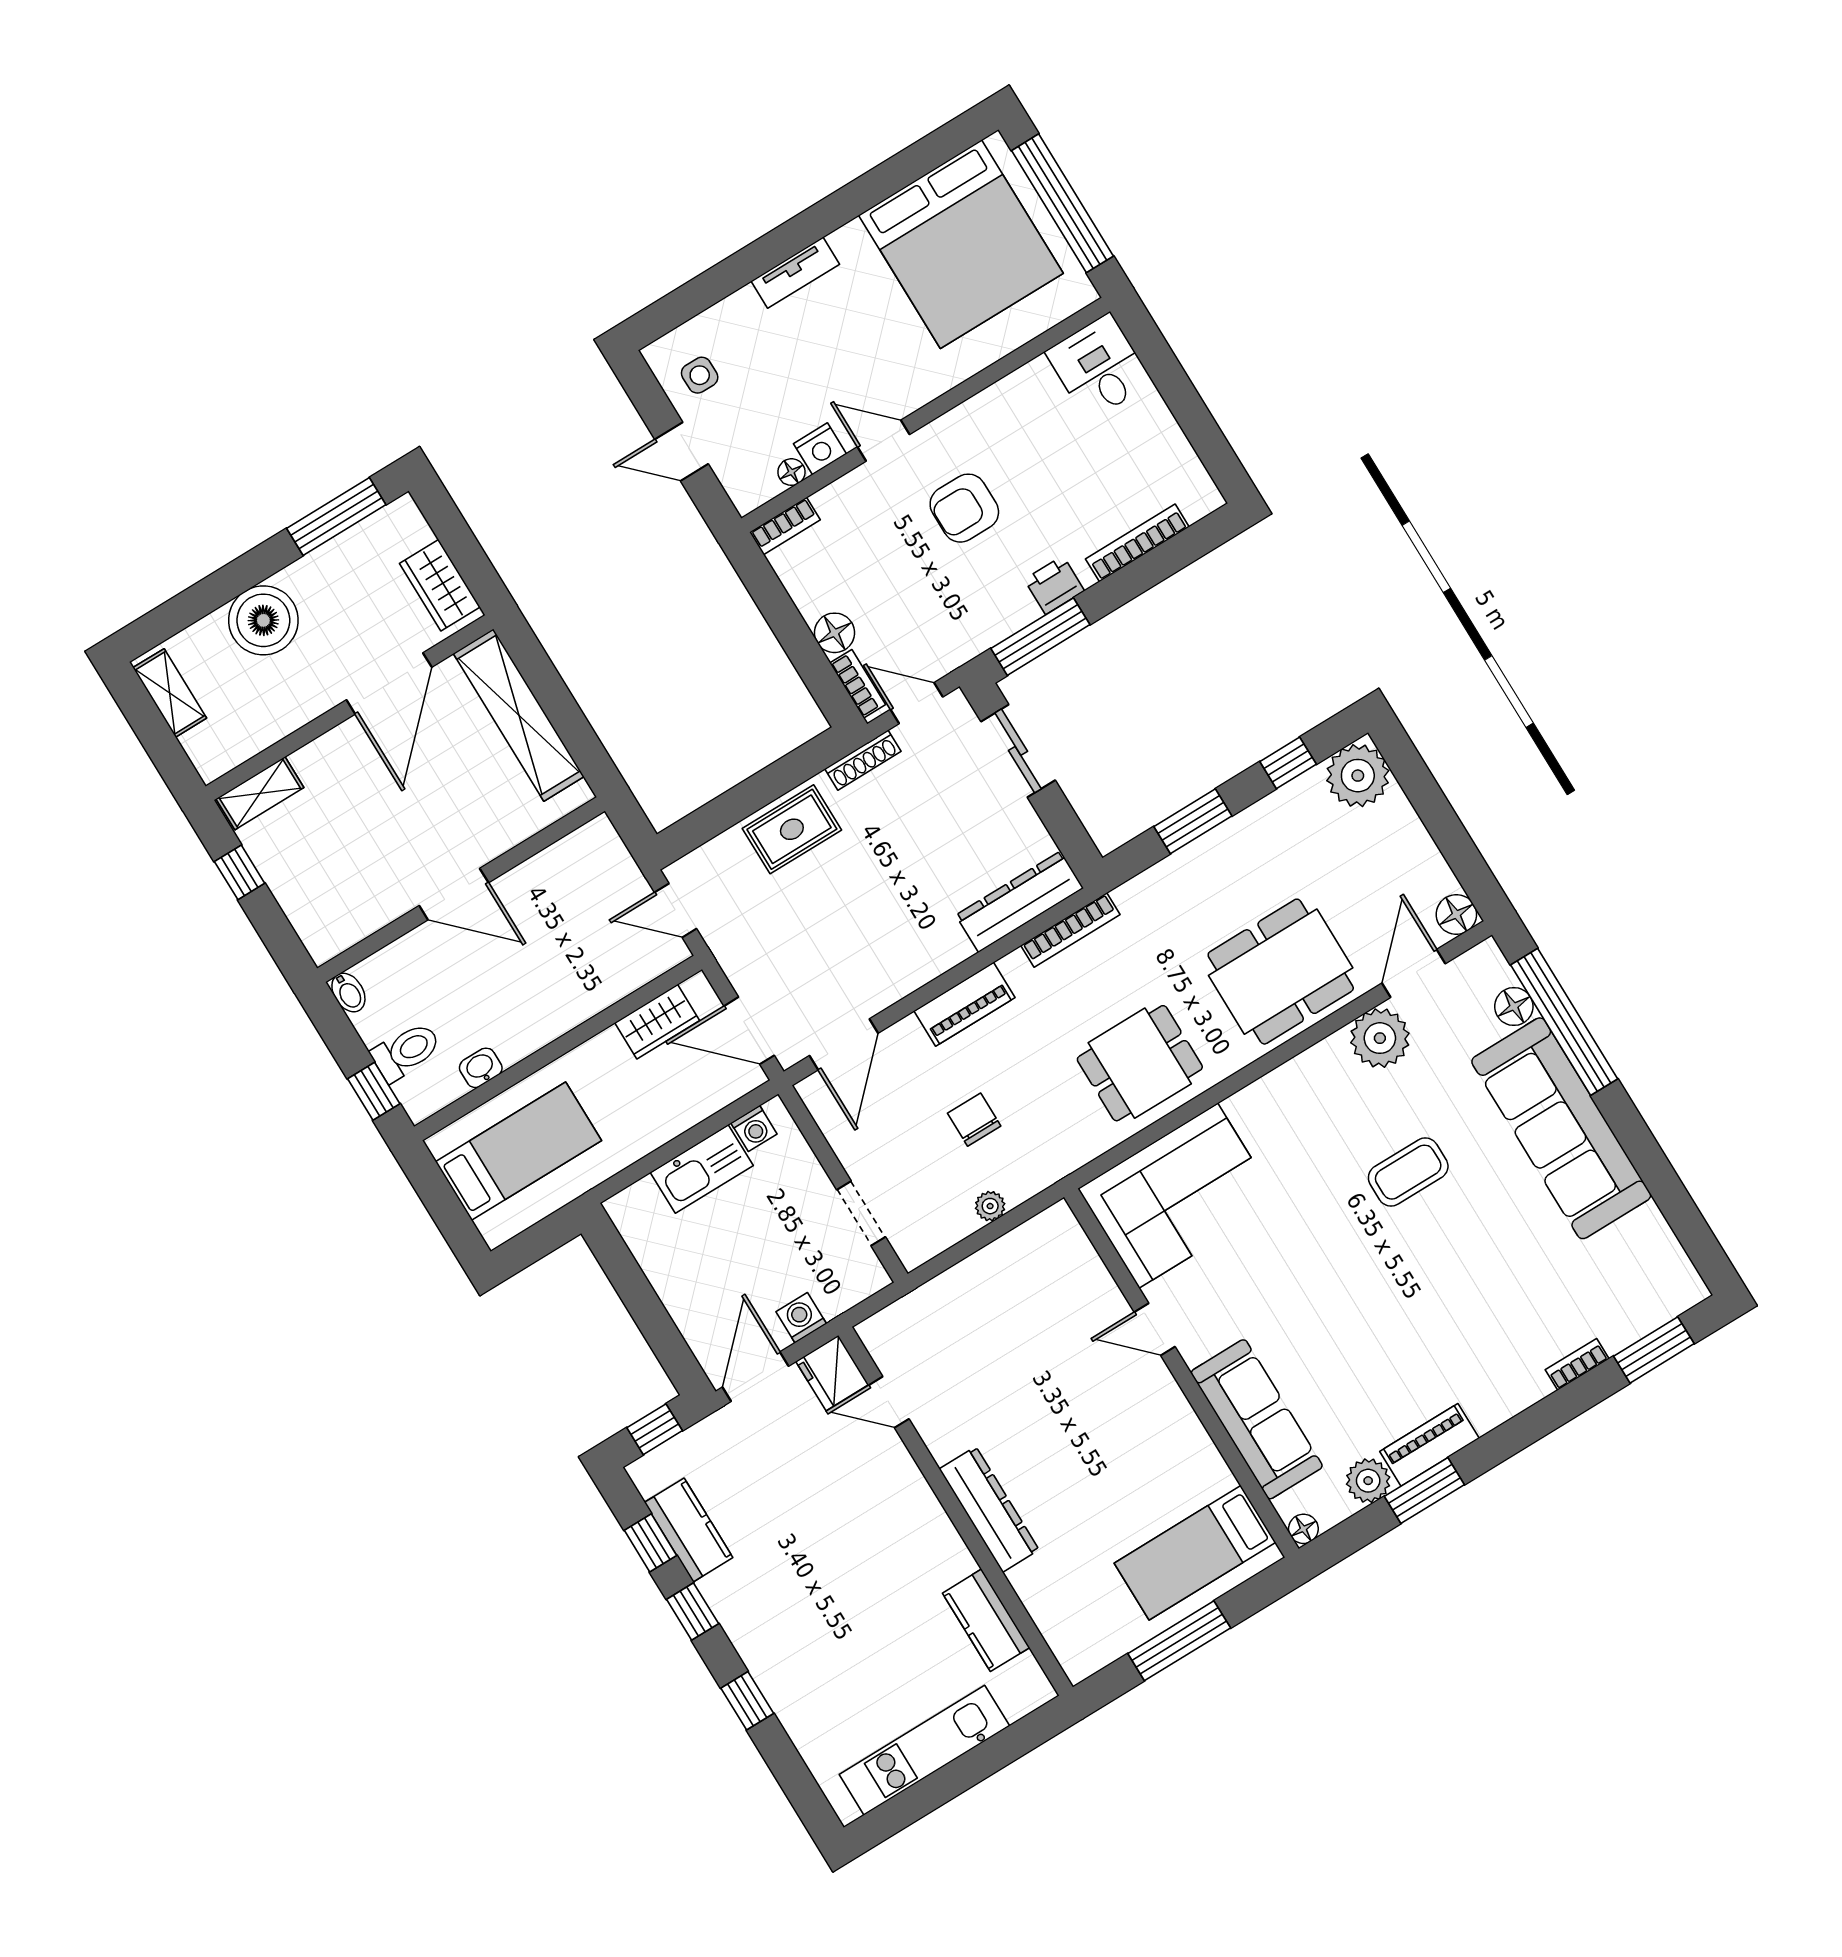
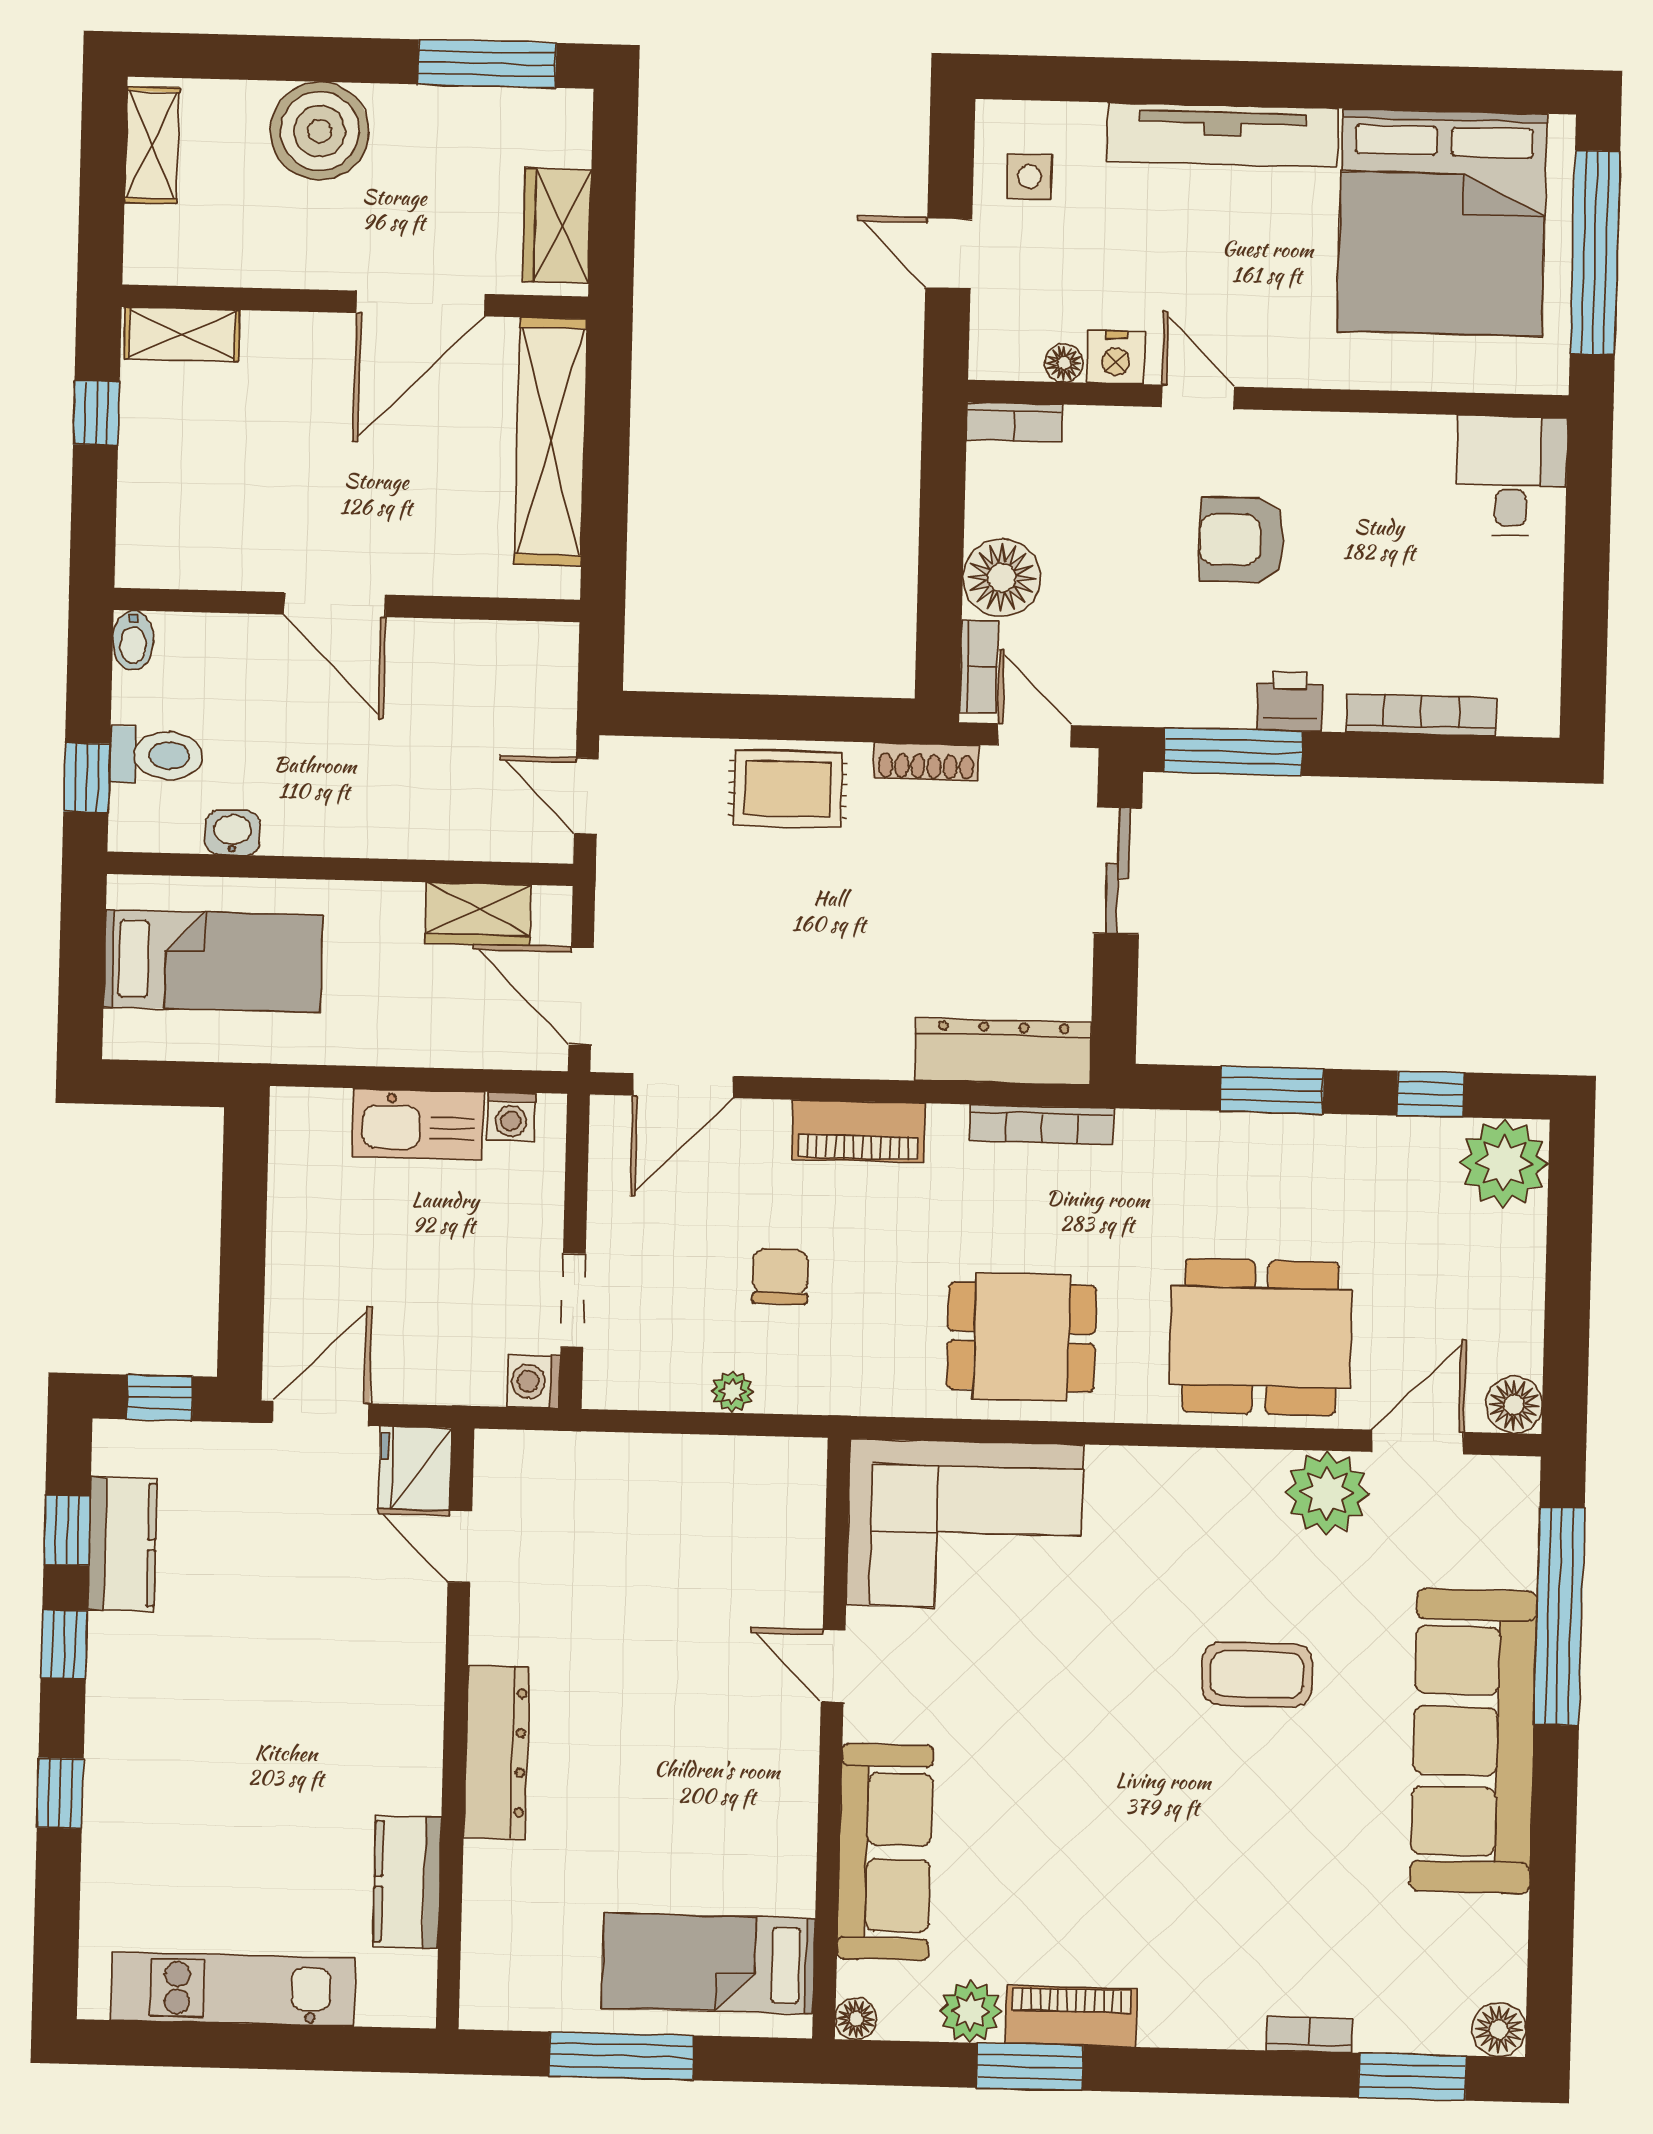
tv unit: (795, 273) -> (1223, 135), width x1.92, depth x1.29
floor lamp: (835, 633) -> (1002, 578), width x1.38, depth x1.38
floor lamp: (1514, 1006) -> (1499, 2029), moved
washing machine: (801, 1318) -> (534, 1381), moved, turned -90

